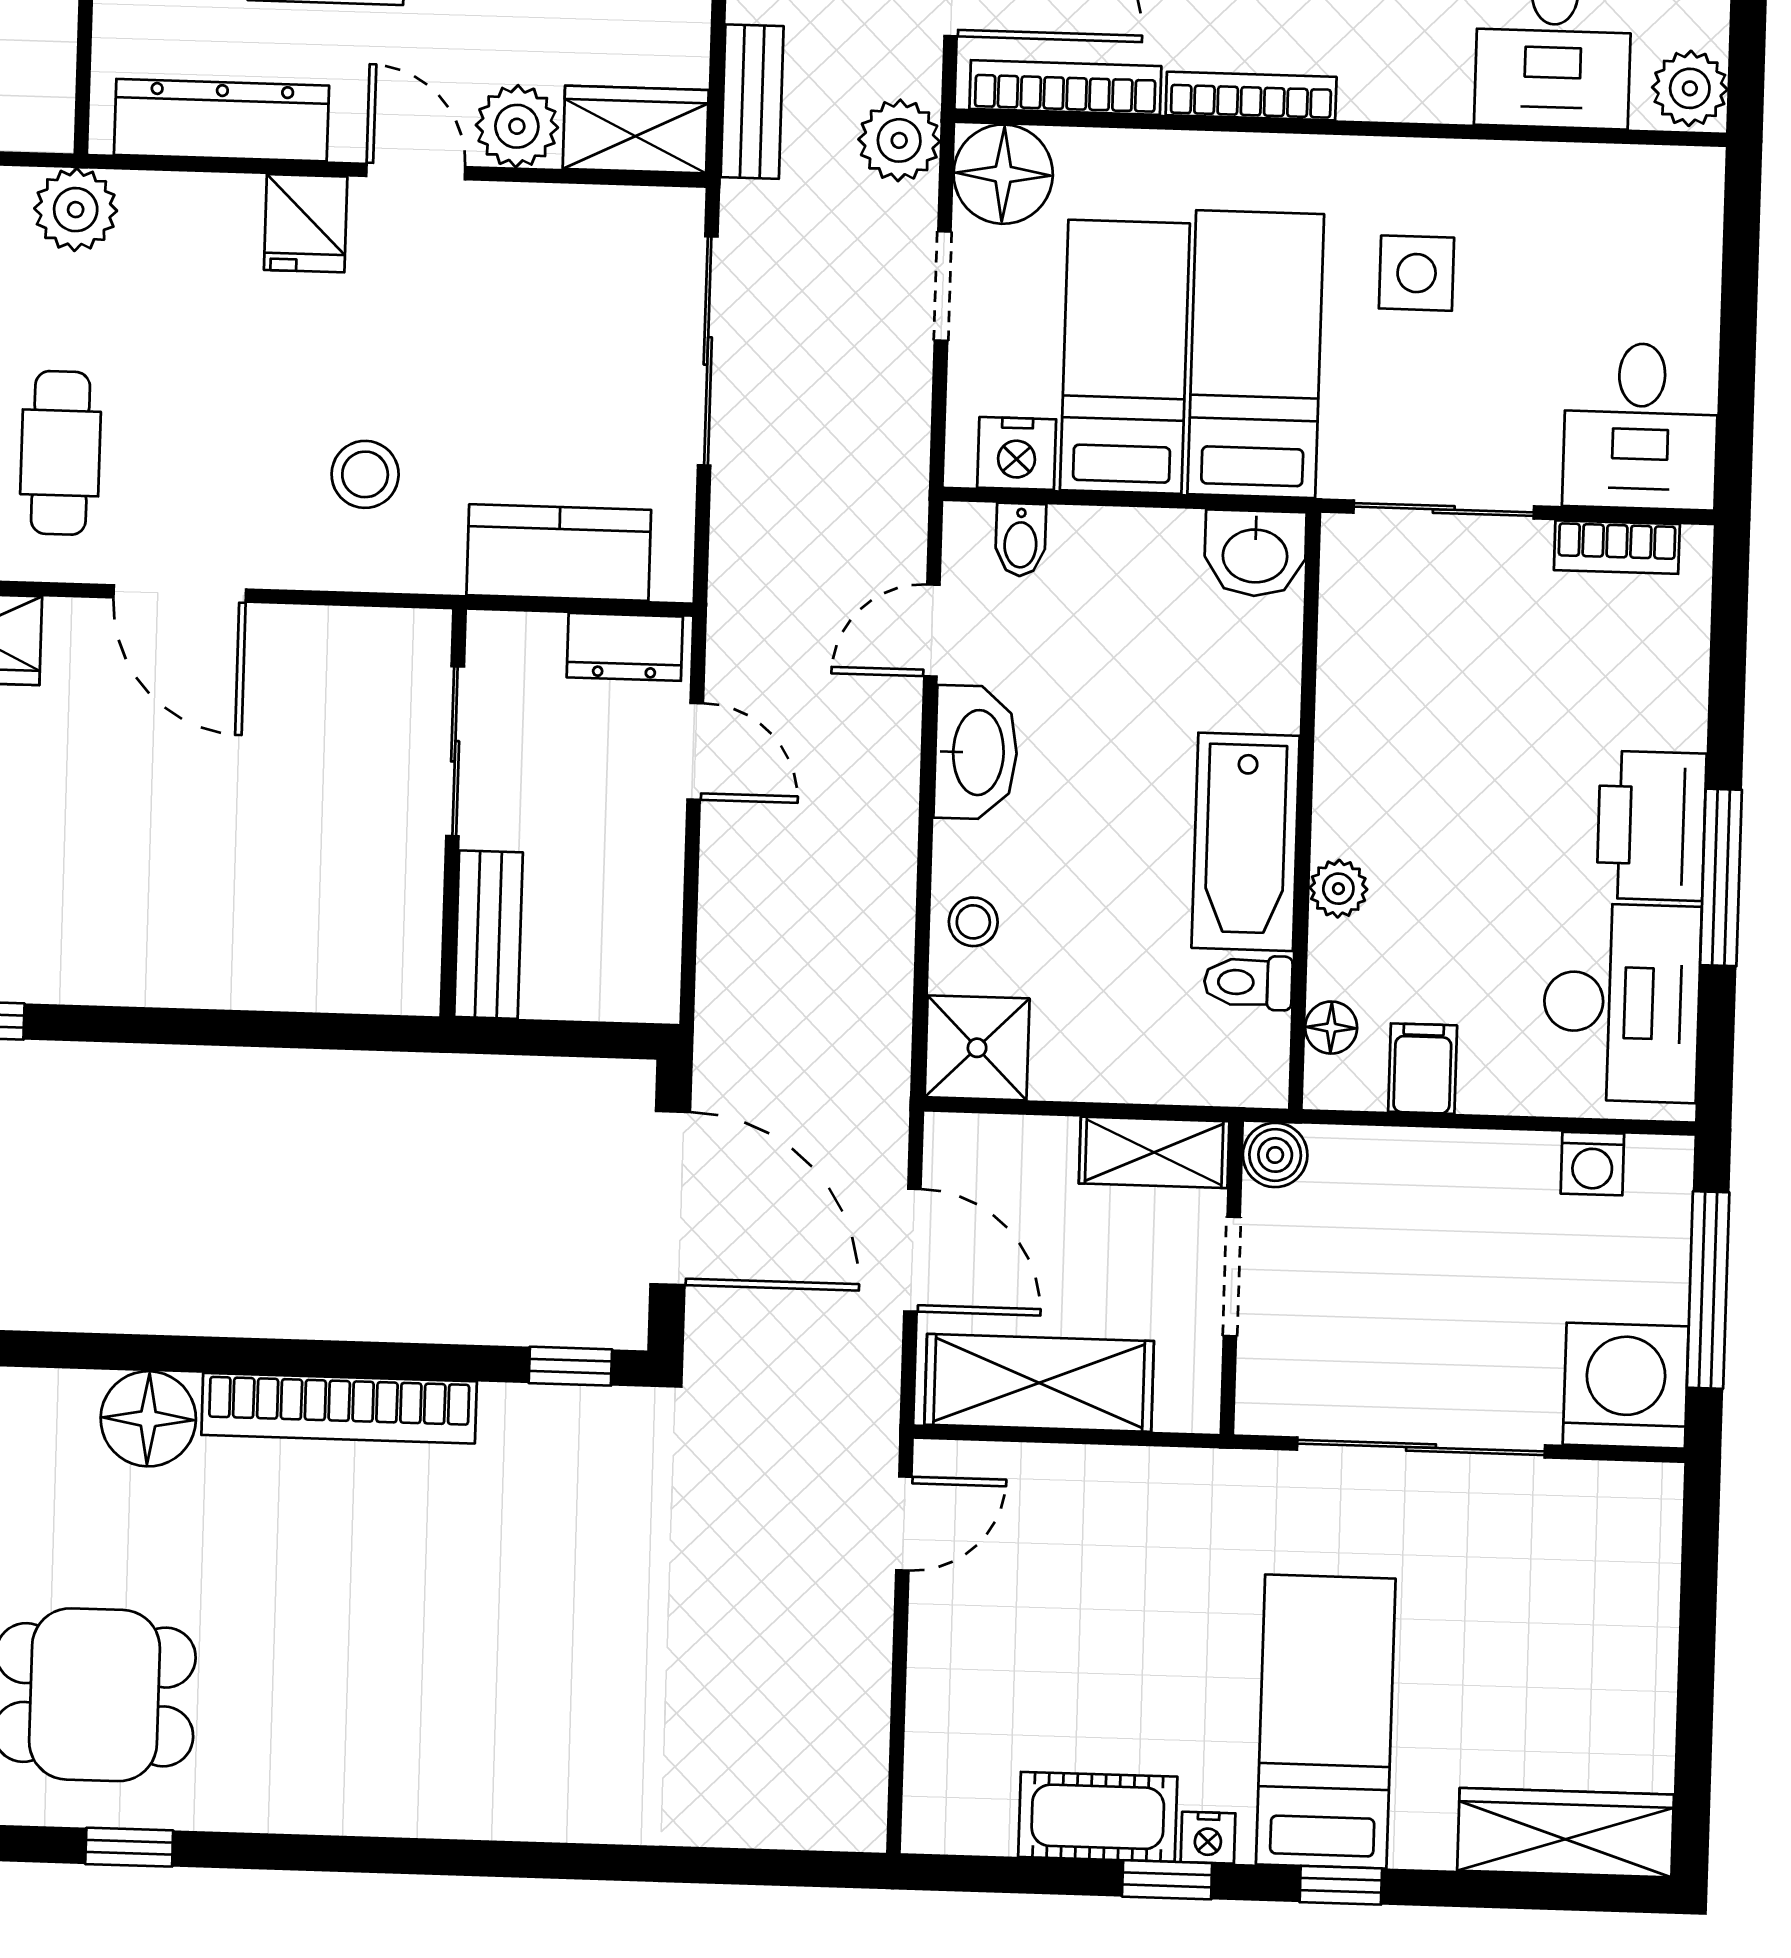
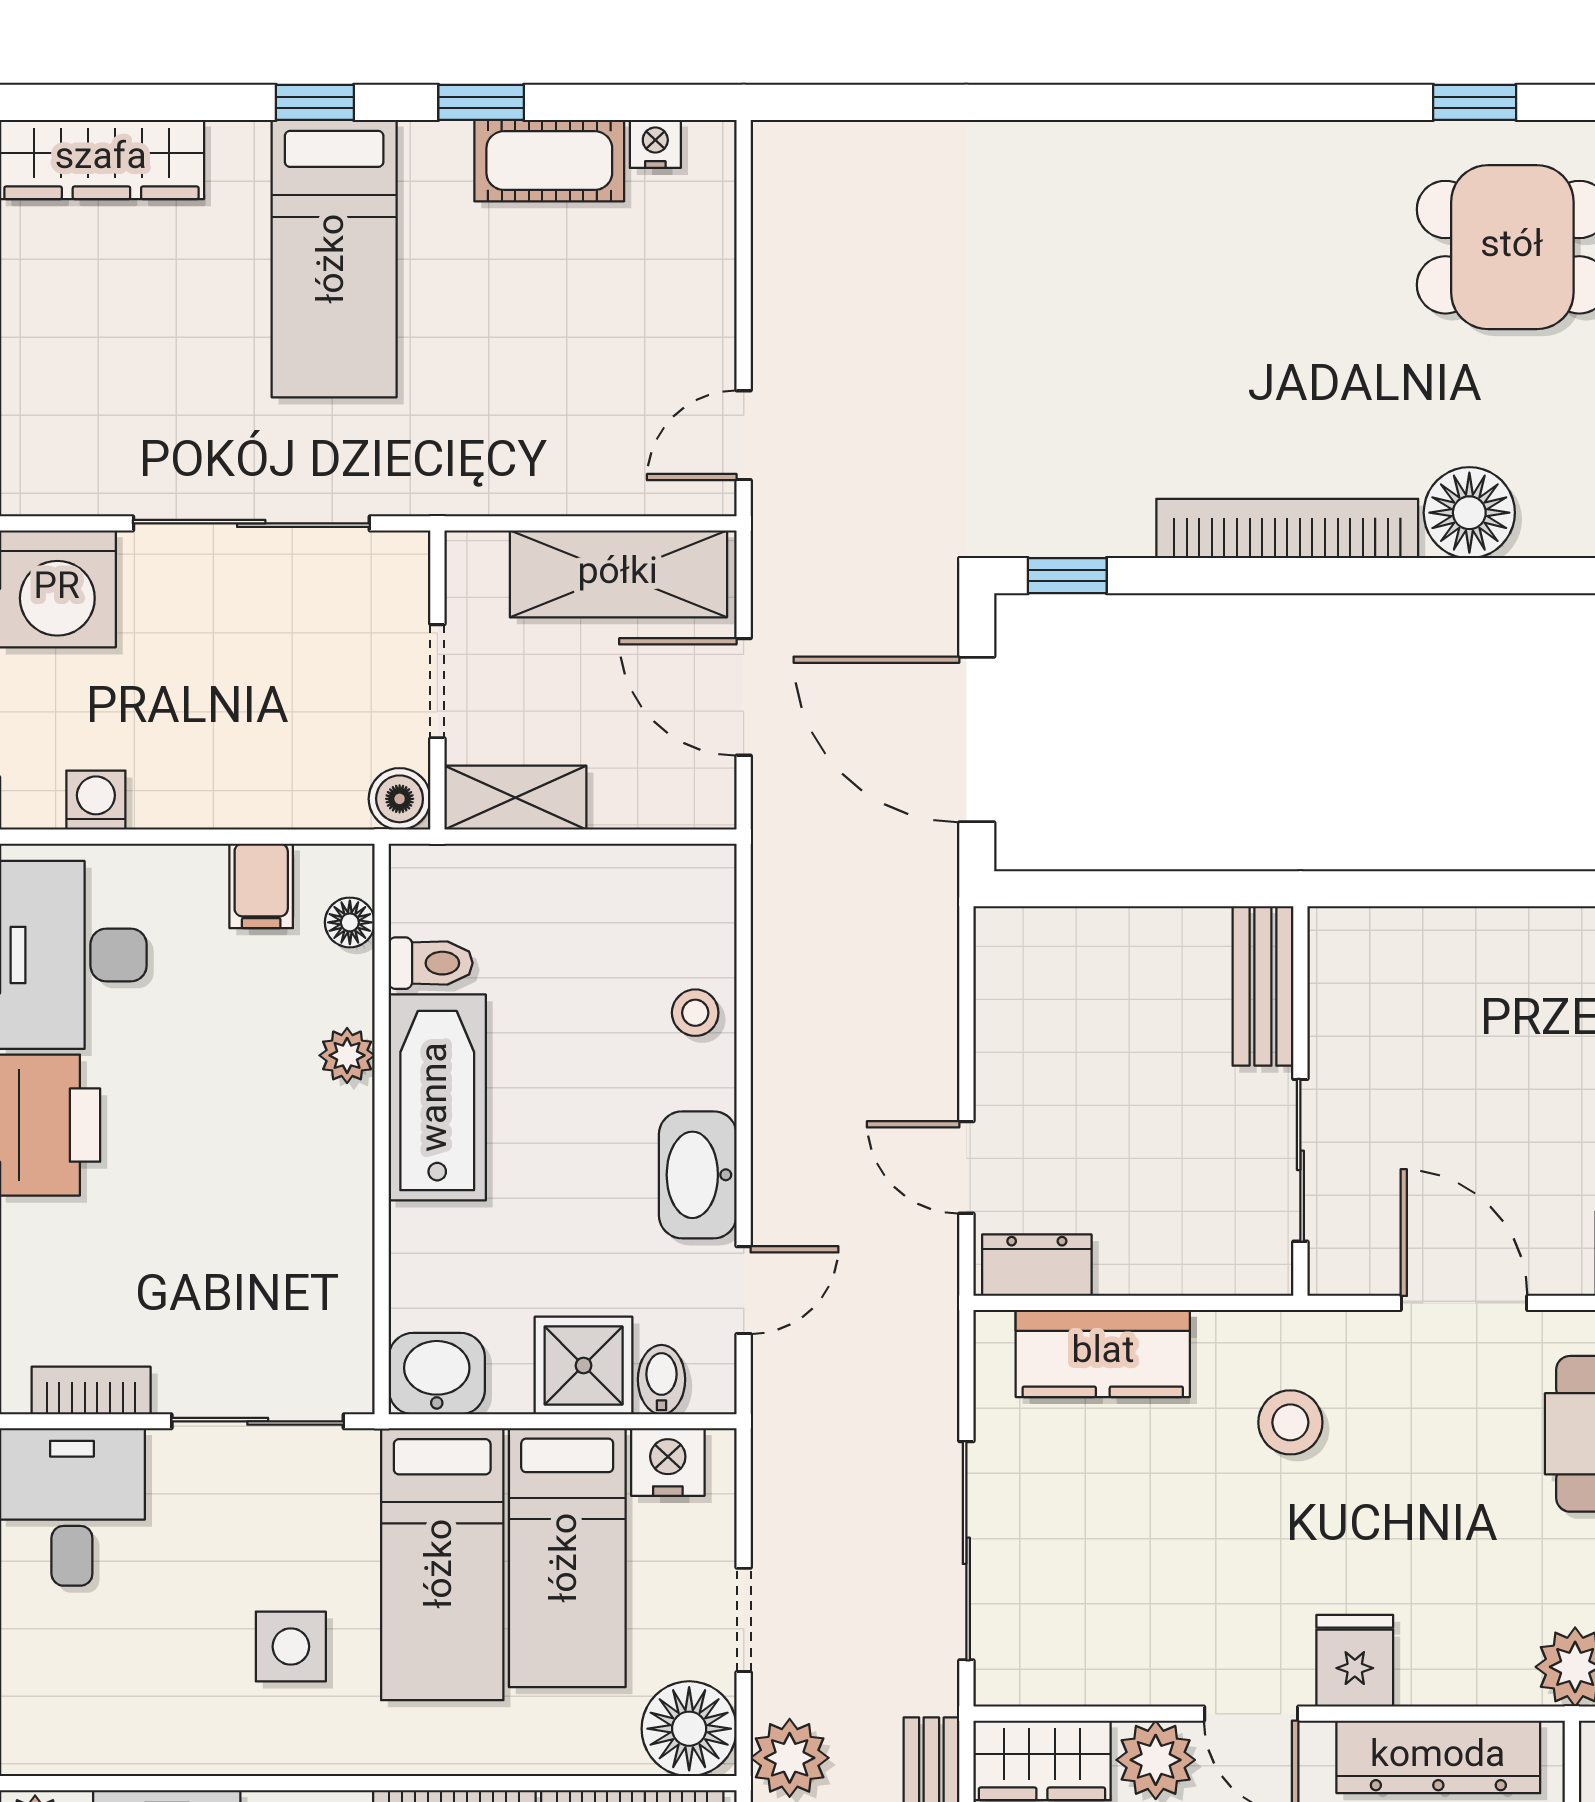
sliding door: (455, 751) -> (1300, 1160), moved
wall: (453, 813) -> (1300, 1101), moved
bench: (488, 935) -> (1263, 986), moved
shower: (977, 1048) -> (584, 1366), moved
nightstand: (1208, 1838) -> (655, 144), moved

